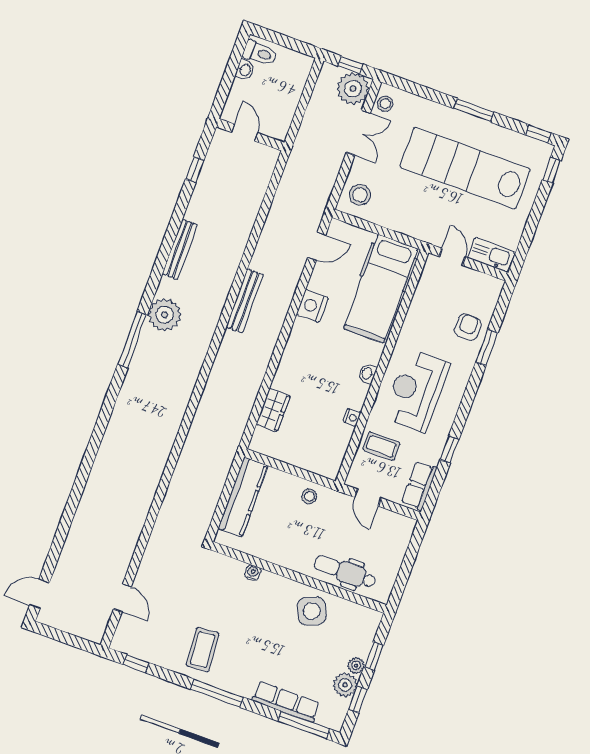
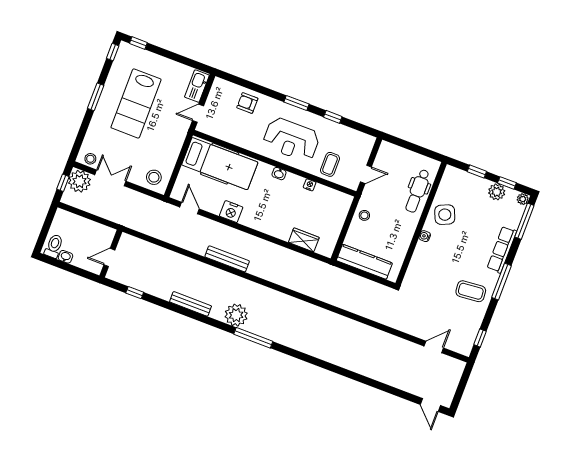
lab bench: (465, 168) -> (136, 103), width x0.73
window: (487, 348) -> (296, 103), moved
row of seats: (419, 485) -> (358, 138), removed
water cooler: (253, 573) -> (425, 236), moved
plant: (356, 665) -> (523, 199), moved
row of seats: (286, 702) -> (502, 250), moved

